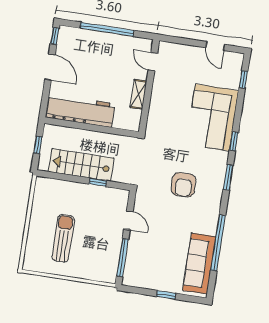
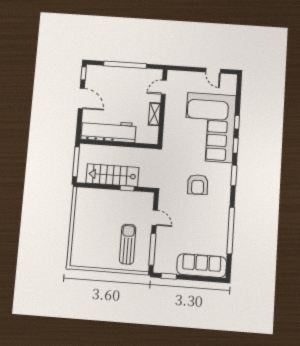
door: (153, 62) -> (164, 87), hinge flipped
window: (243, 79) -> (237, 122), moved
corner sofa: (212, 118) -> (210, 127), width x1.36, depth x1.36
window: (38, 145) -> (76, 162), width x2.17
sun lounger: (63, 238) -> (128, 244), moved
sofa: (199, 264) -> (202, 266), moved, turned 90
window: (166, 295) -> (169, 276), moved

